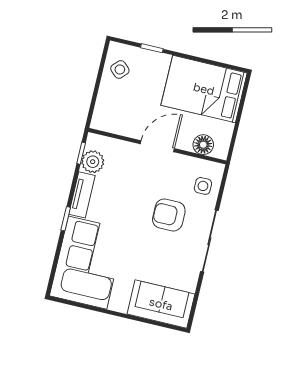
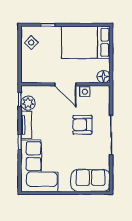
floor lamp: (203, 145) -> (104, 77), moved
door: (157, 146) -> (65, 84), swing flipped
side table: (203, 186) -> (85, 92), moved

